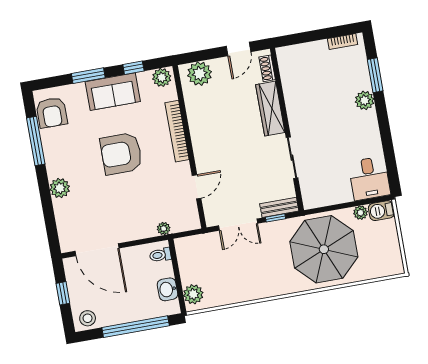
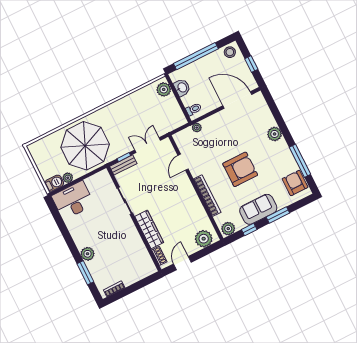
desk: (369, 178) -> (73, 200), width x1.37

